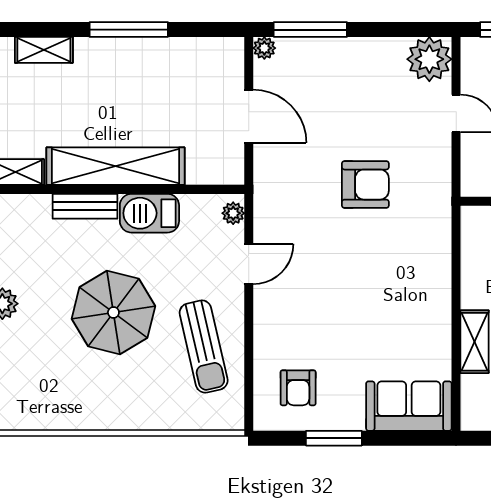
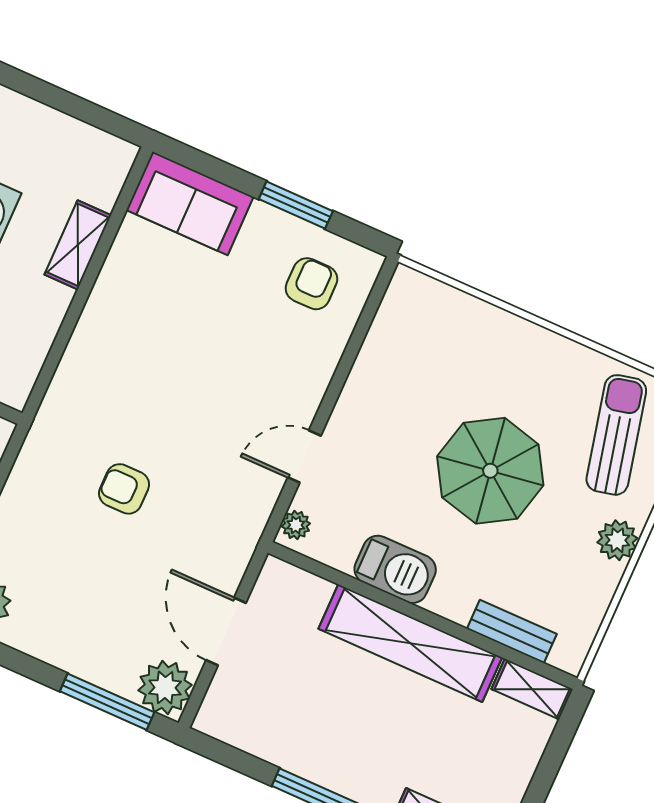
plant: (264, 48) -> (165, 688), width x1.88, depth x1.88
armchair: (365, 185) -> (124, 489), width x0.72, depth x0.72
bench: (85, 206) -> (512, 631), moved
sun lounger: (204, 347) -> (616, 435), moved

